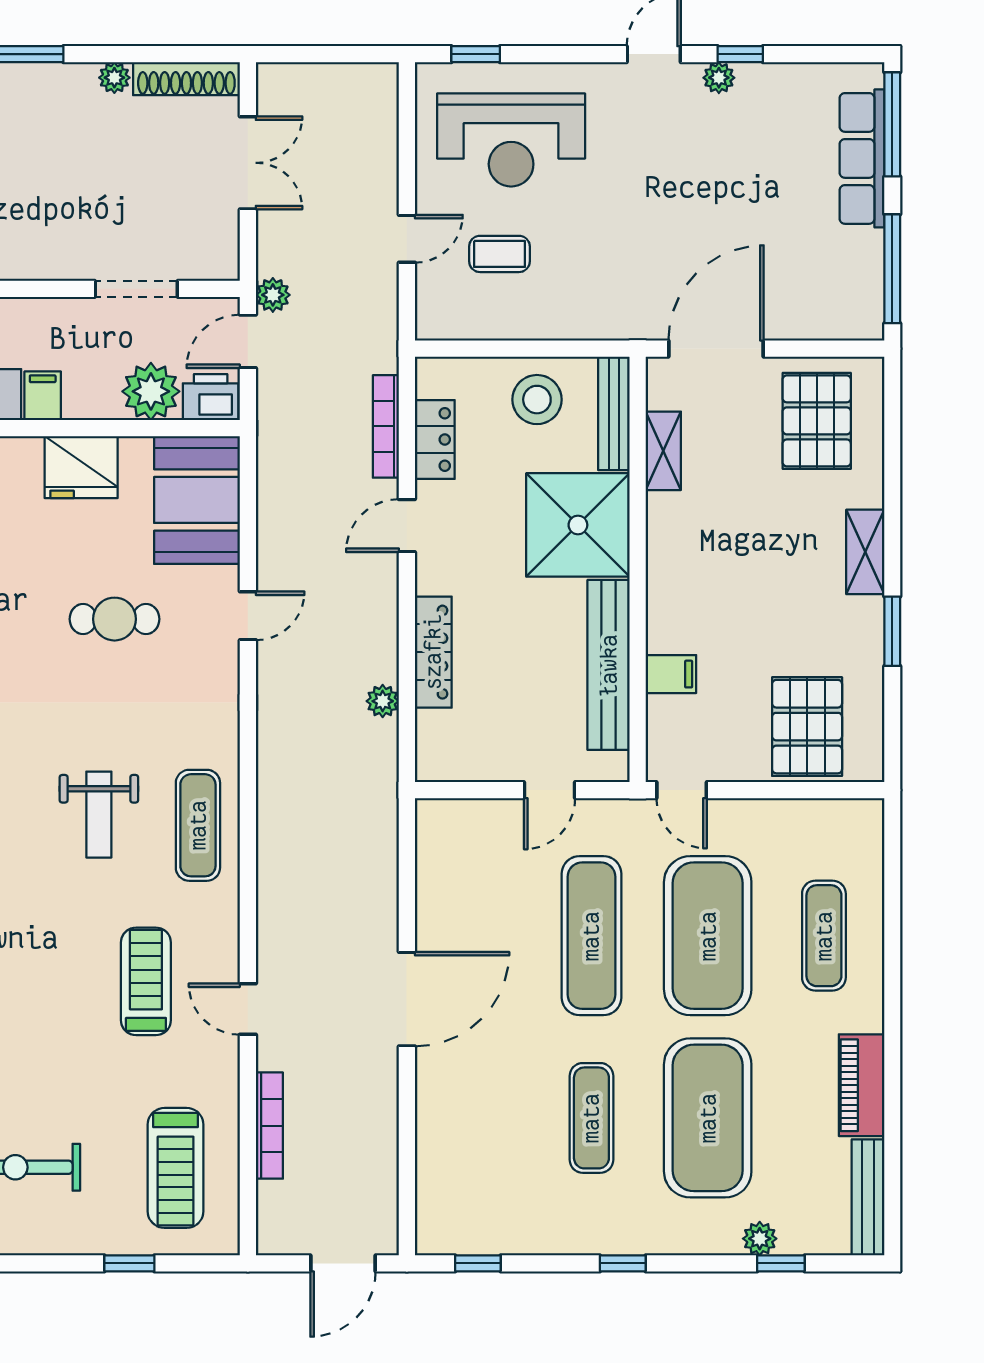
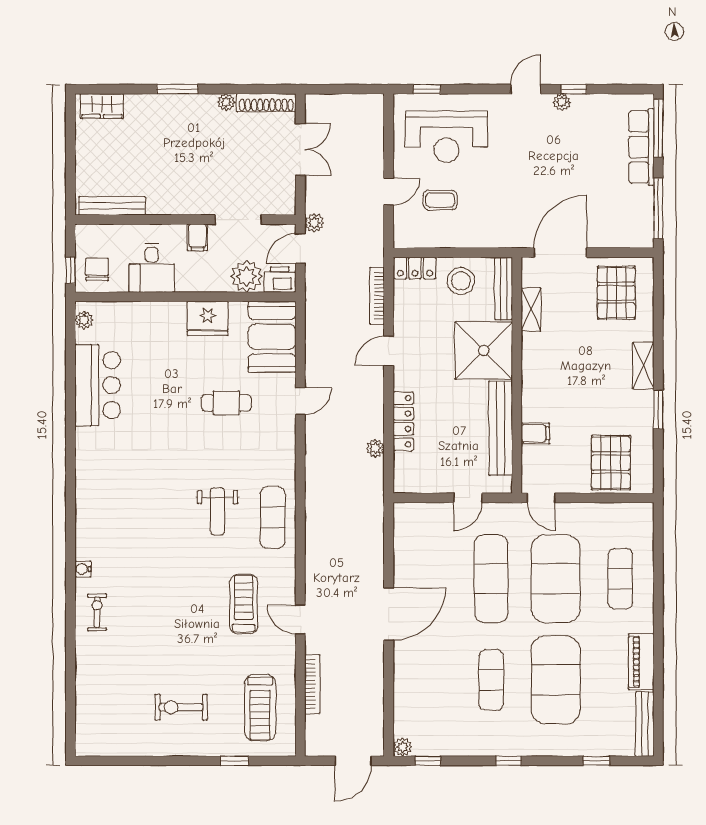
filing cabinet: (43, 396) -> (197, 237), moved, turned 180
locker: (435, 439) -> (415, 268), moved, turned 90
plant: (760, 1239) -> (402, 747), moved

